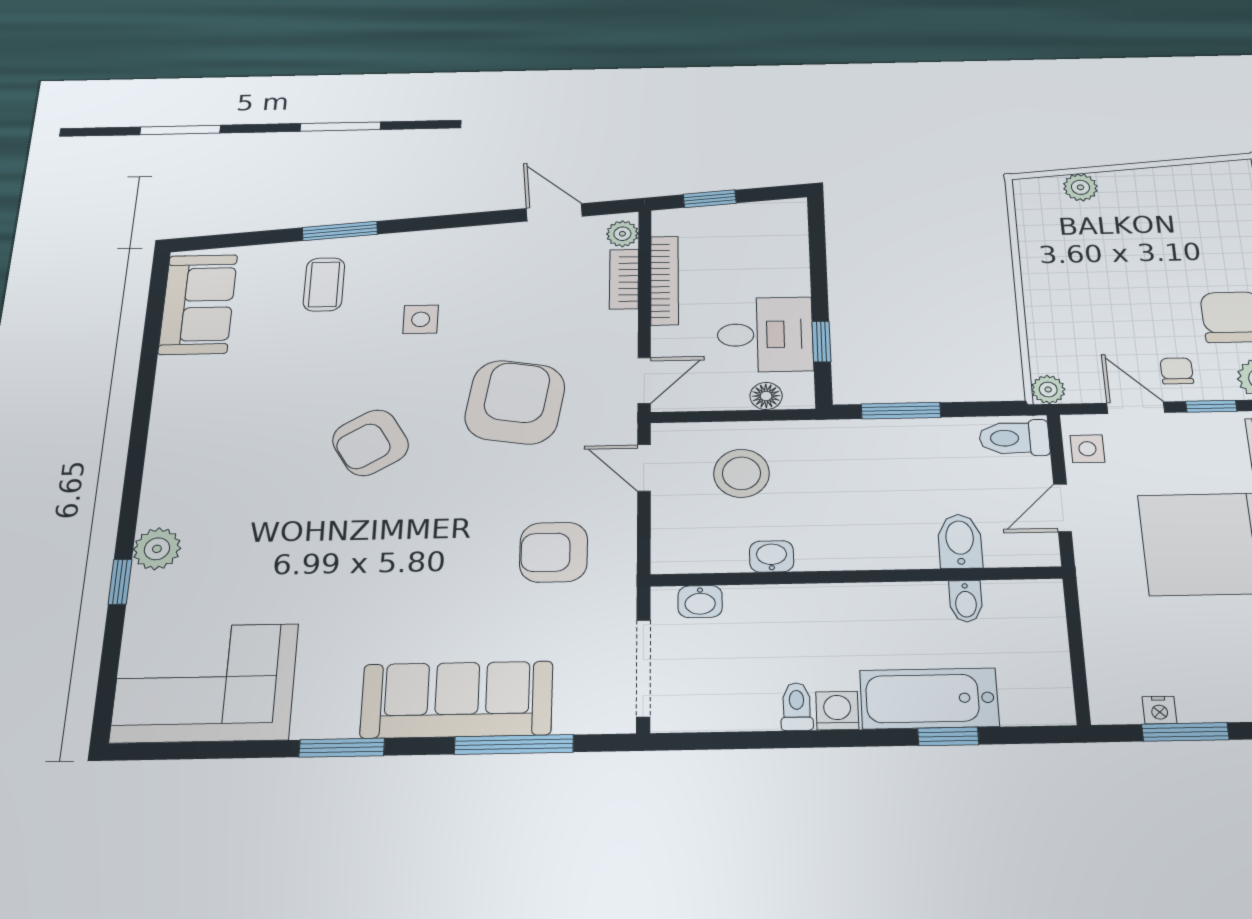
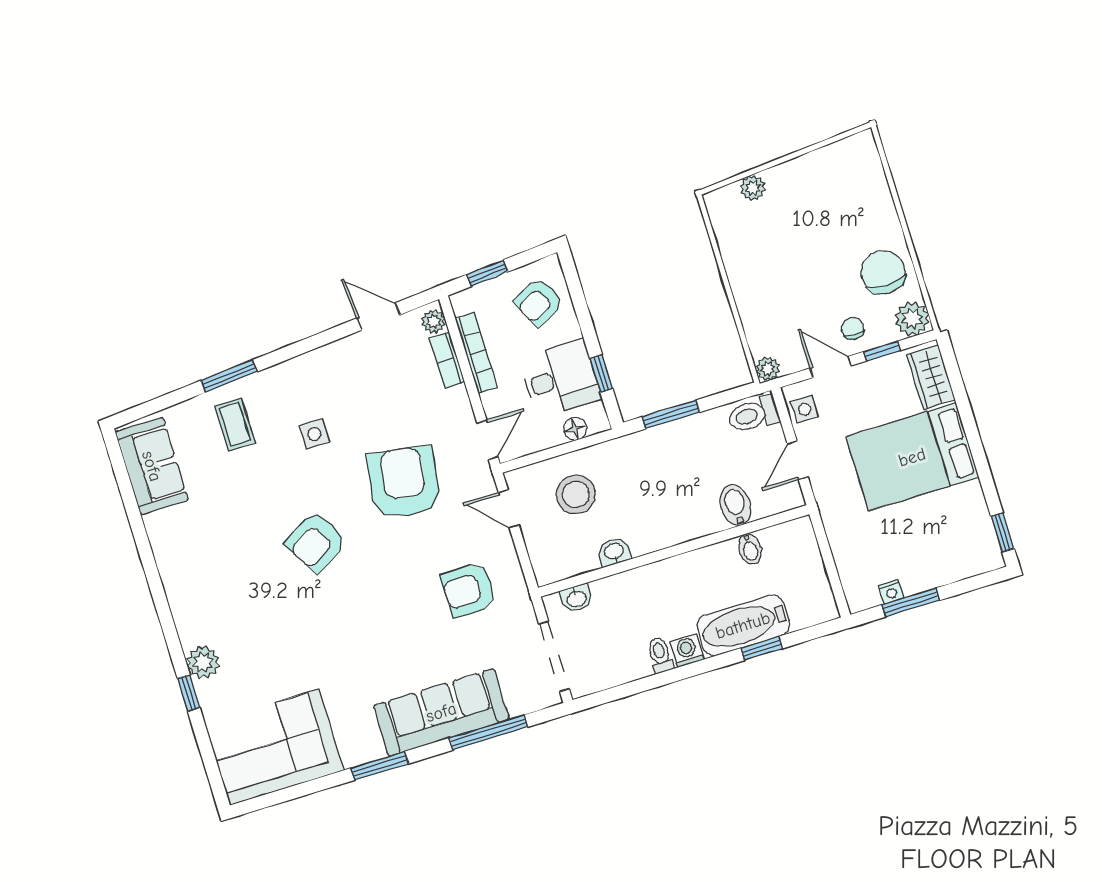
armchair: (765, 244) -> (539, 302), added

